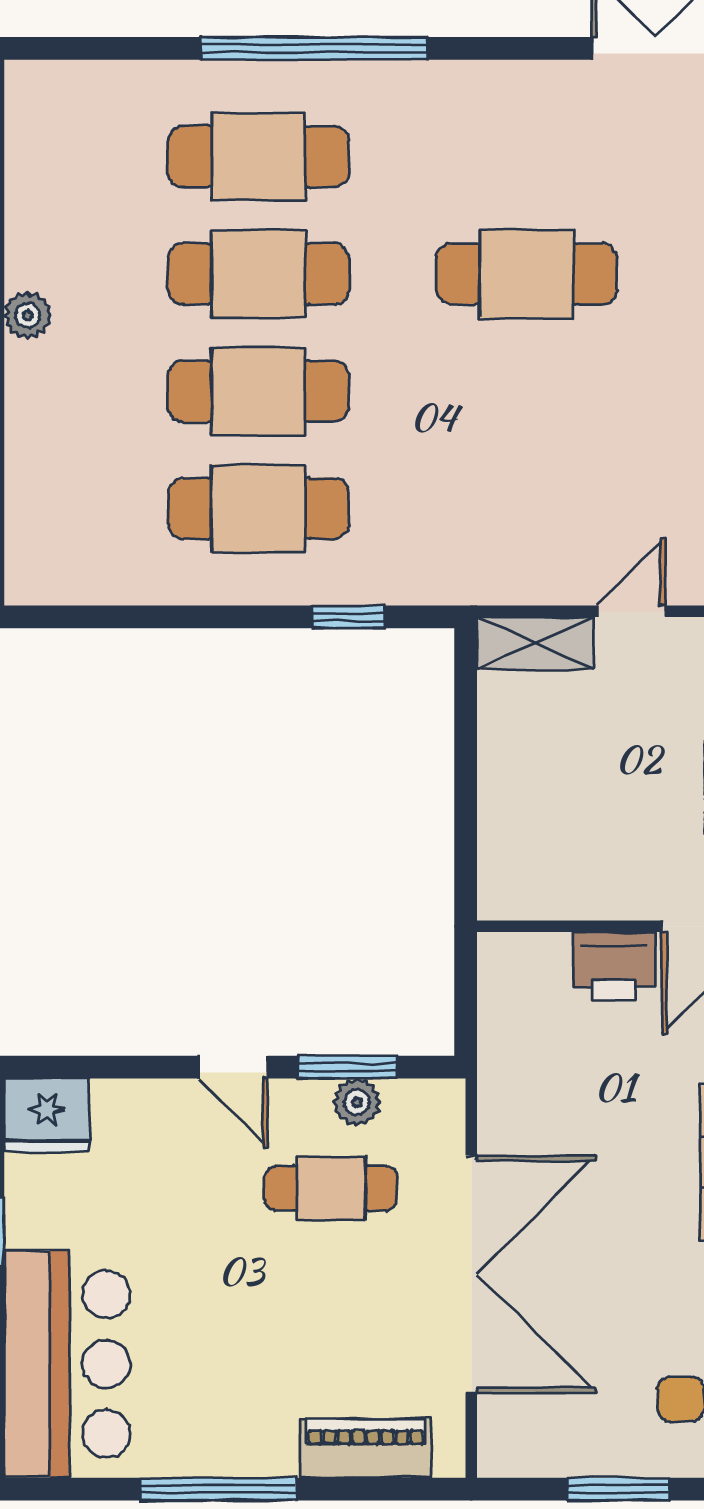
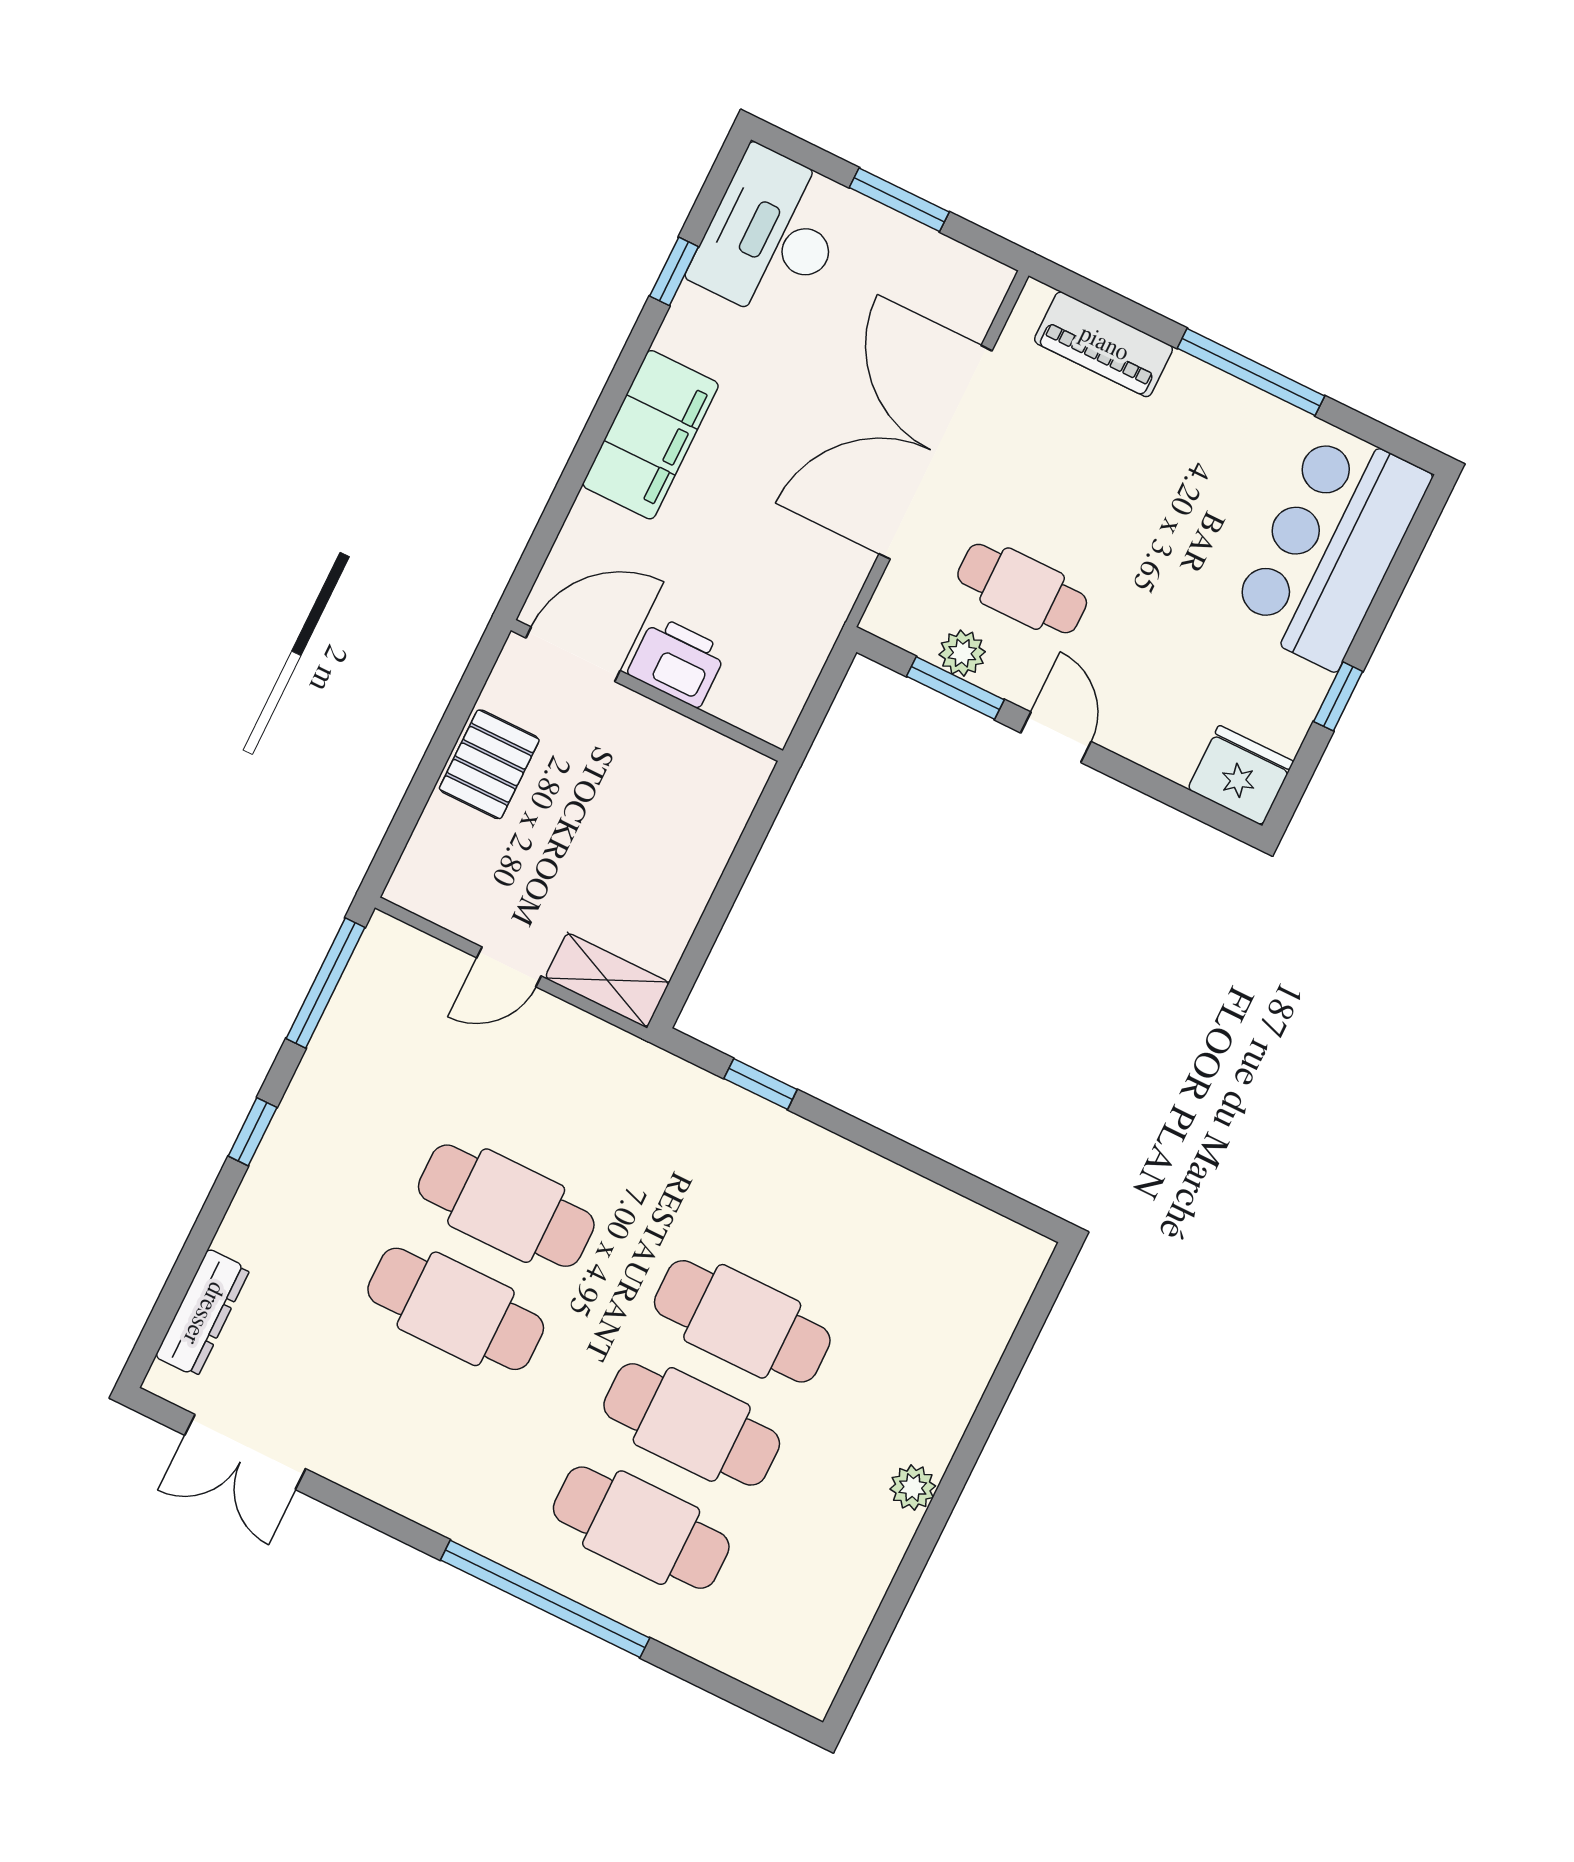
cafe table: (258, 508) -> (506, 1206), moved

